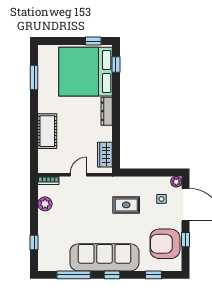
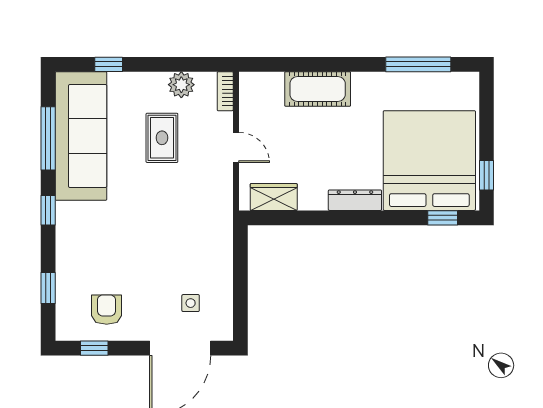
window: (34, 77) -> (418, 64), width x1.44
plant: (176, 182) -> (223, 331), removed
rug: (126, 205) -> (162, 138), moved
window: (186, 240) -> (94, 348), moved
armchair: (165, 244) -> (107, 310), width x0.53, depth x0.53
sofa: (104, 257) -> (81, 136), moved

